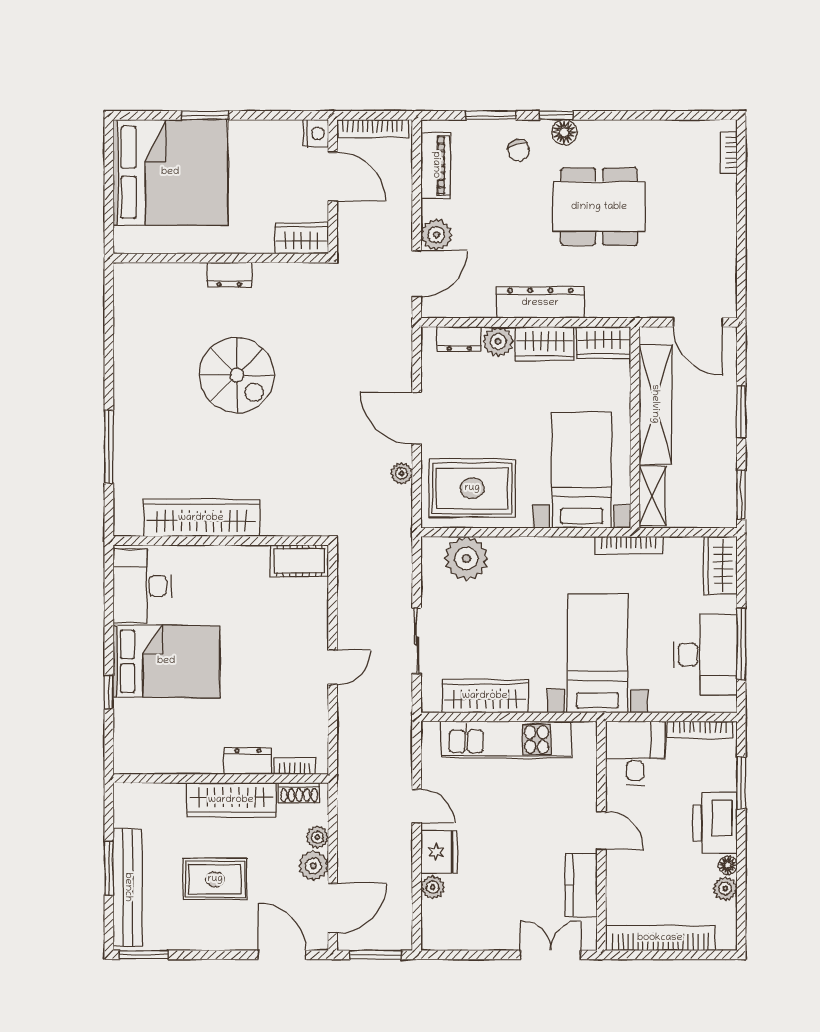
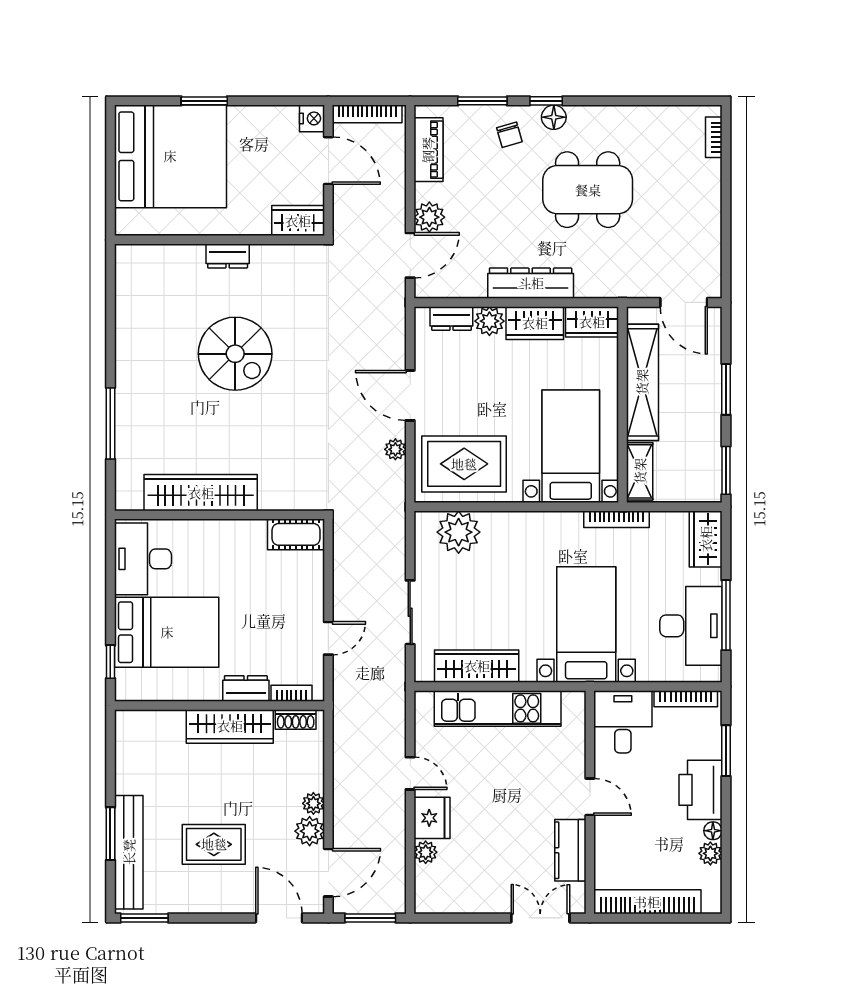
dresser: (248, 761) -> (246, 689), moved
bookcase: (295, 766) -> (291, 693), moved
wall: (221, 779) -> (219, 706), moved
shoe rack: (299, 793) -> (296, 719), moved
wardrobe: (231, 800) -> (230, 726), moved

